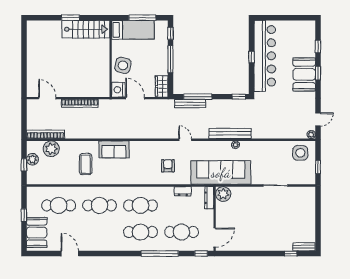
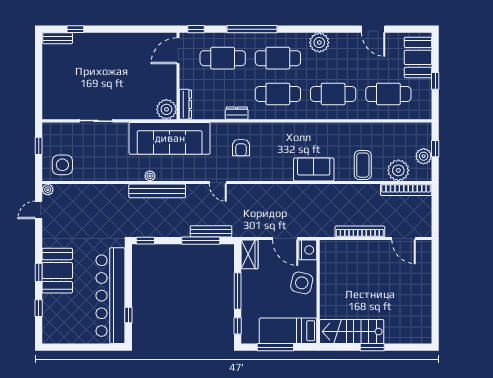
window: (251, 57) -> (128, 315), moved
coffee table: (86, 164) -> (363, 165), moved
dresser: (183, 191) -> (237, 113), moved
plant: (110, 244) -> (319, 43), added

